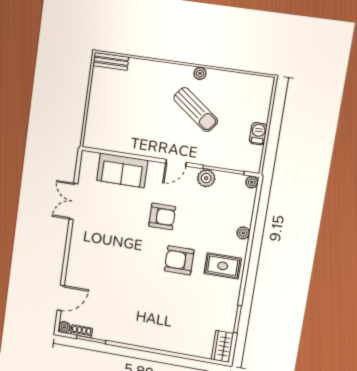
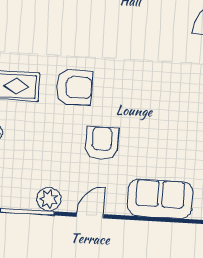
armchair: (162, 216) -> (102, 143), turned 90

